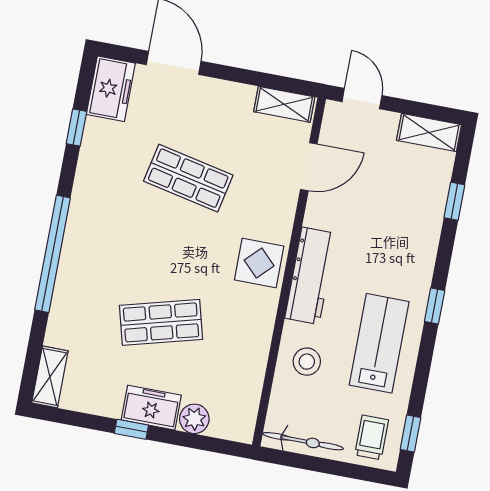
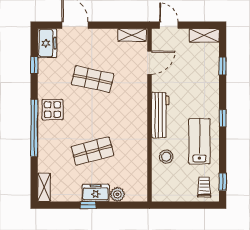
display table: (259, 263) -> (52, 110), moved
bicycle: (303, 441) -> (172, 195), removed

